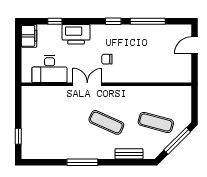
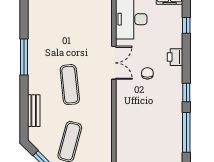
printer: (76, 34) -> (175, 57), width x0.53, depth x0.68
chair: (107, 59) -> (147, 73), moved
exercise mat: (106, 122) -> (70, 85), turned -30

